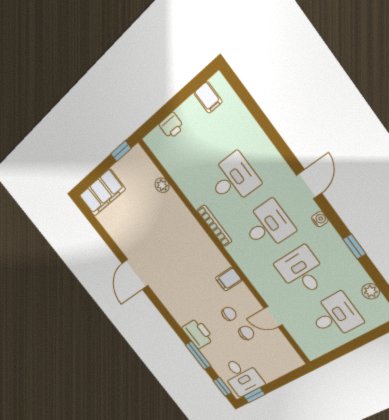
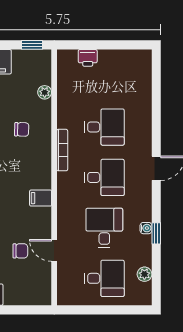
filing cabinet: (208, 97) -> (130, 60), removed
water cooler: (320, 219) -> (146, 228), moved
chair: (229, 314) -> (22, 129), moved

